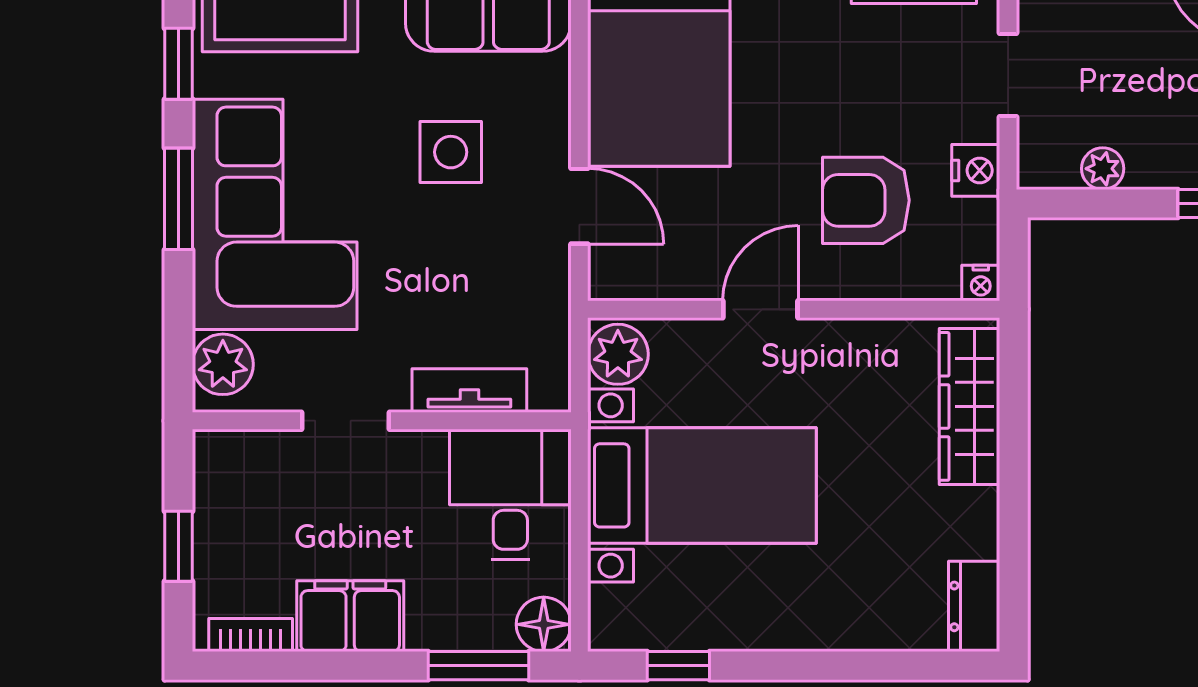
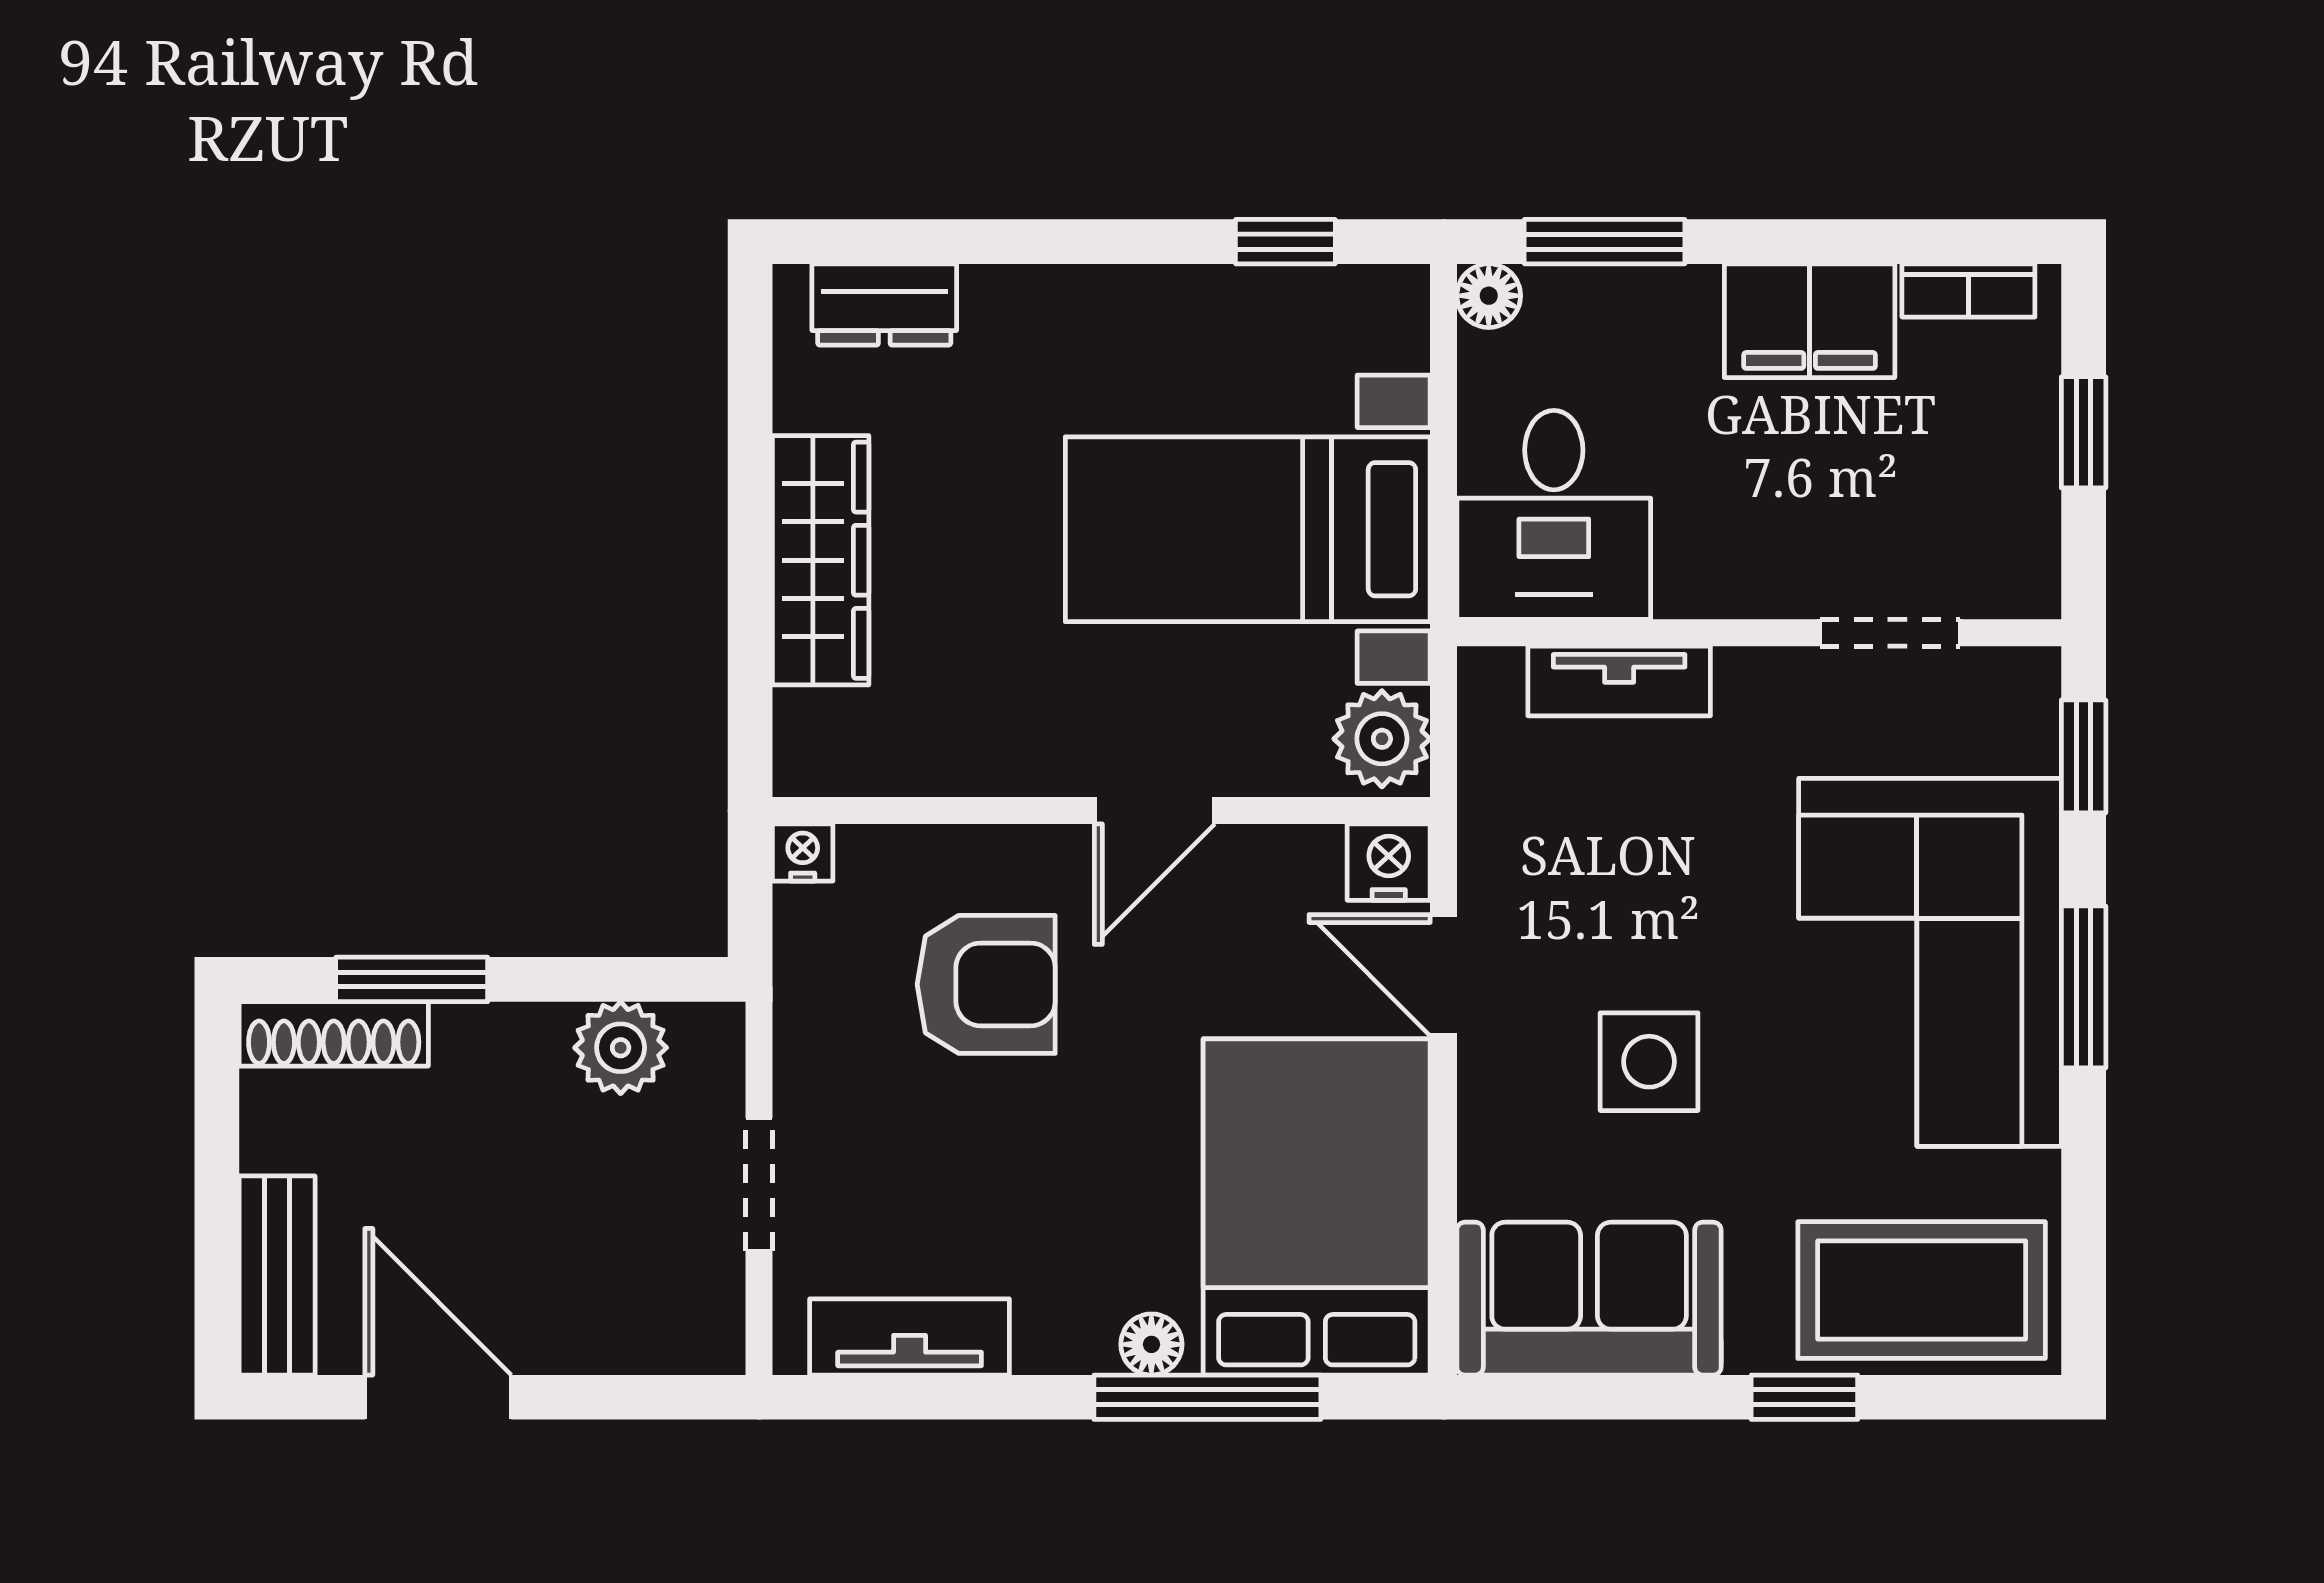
window: (179, 64) -> (2084, 756), moved
plant: (1103, 169) -> (621, 1048), width x1.38, depth x1.38
nightstand: (976, 170) -> (1389, 862), moved, turned 90
plant: (223, 364) -> (2013, 723), removed
wardrobe: (970, 406) -> (821, 560), moved
doorway: (346, 421) -> (1890, 633), moved
dresser: (974, 606) -> (884, 305), moved, turned 90
floor lamp: (544, 624) -> (1489, 296), width x0.73, depth x0.73

